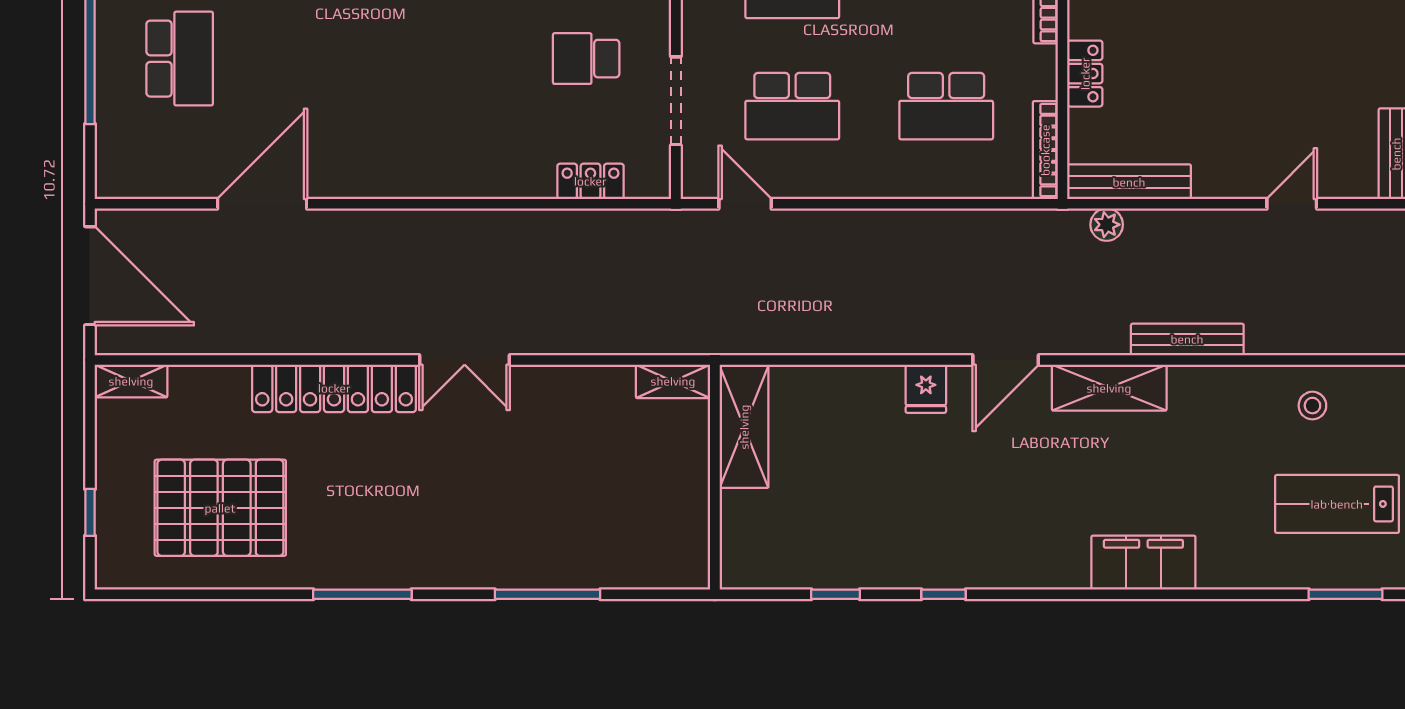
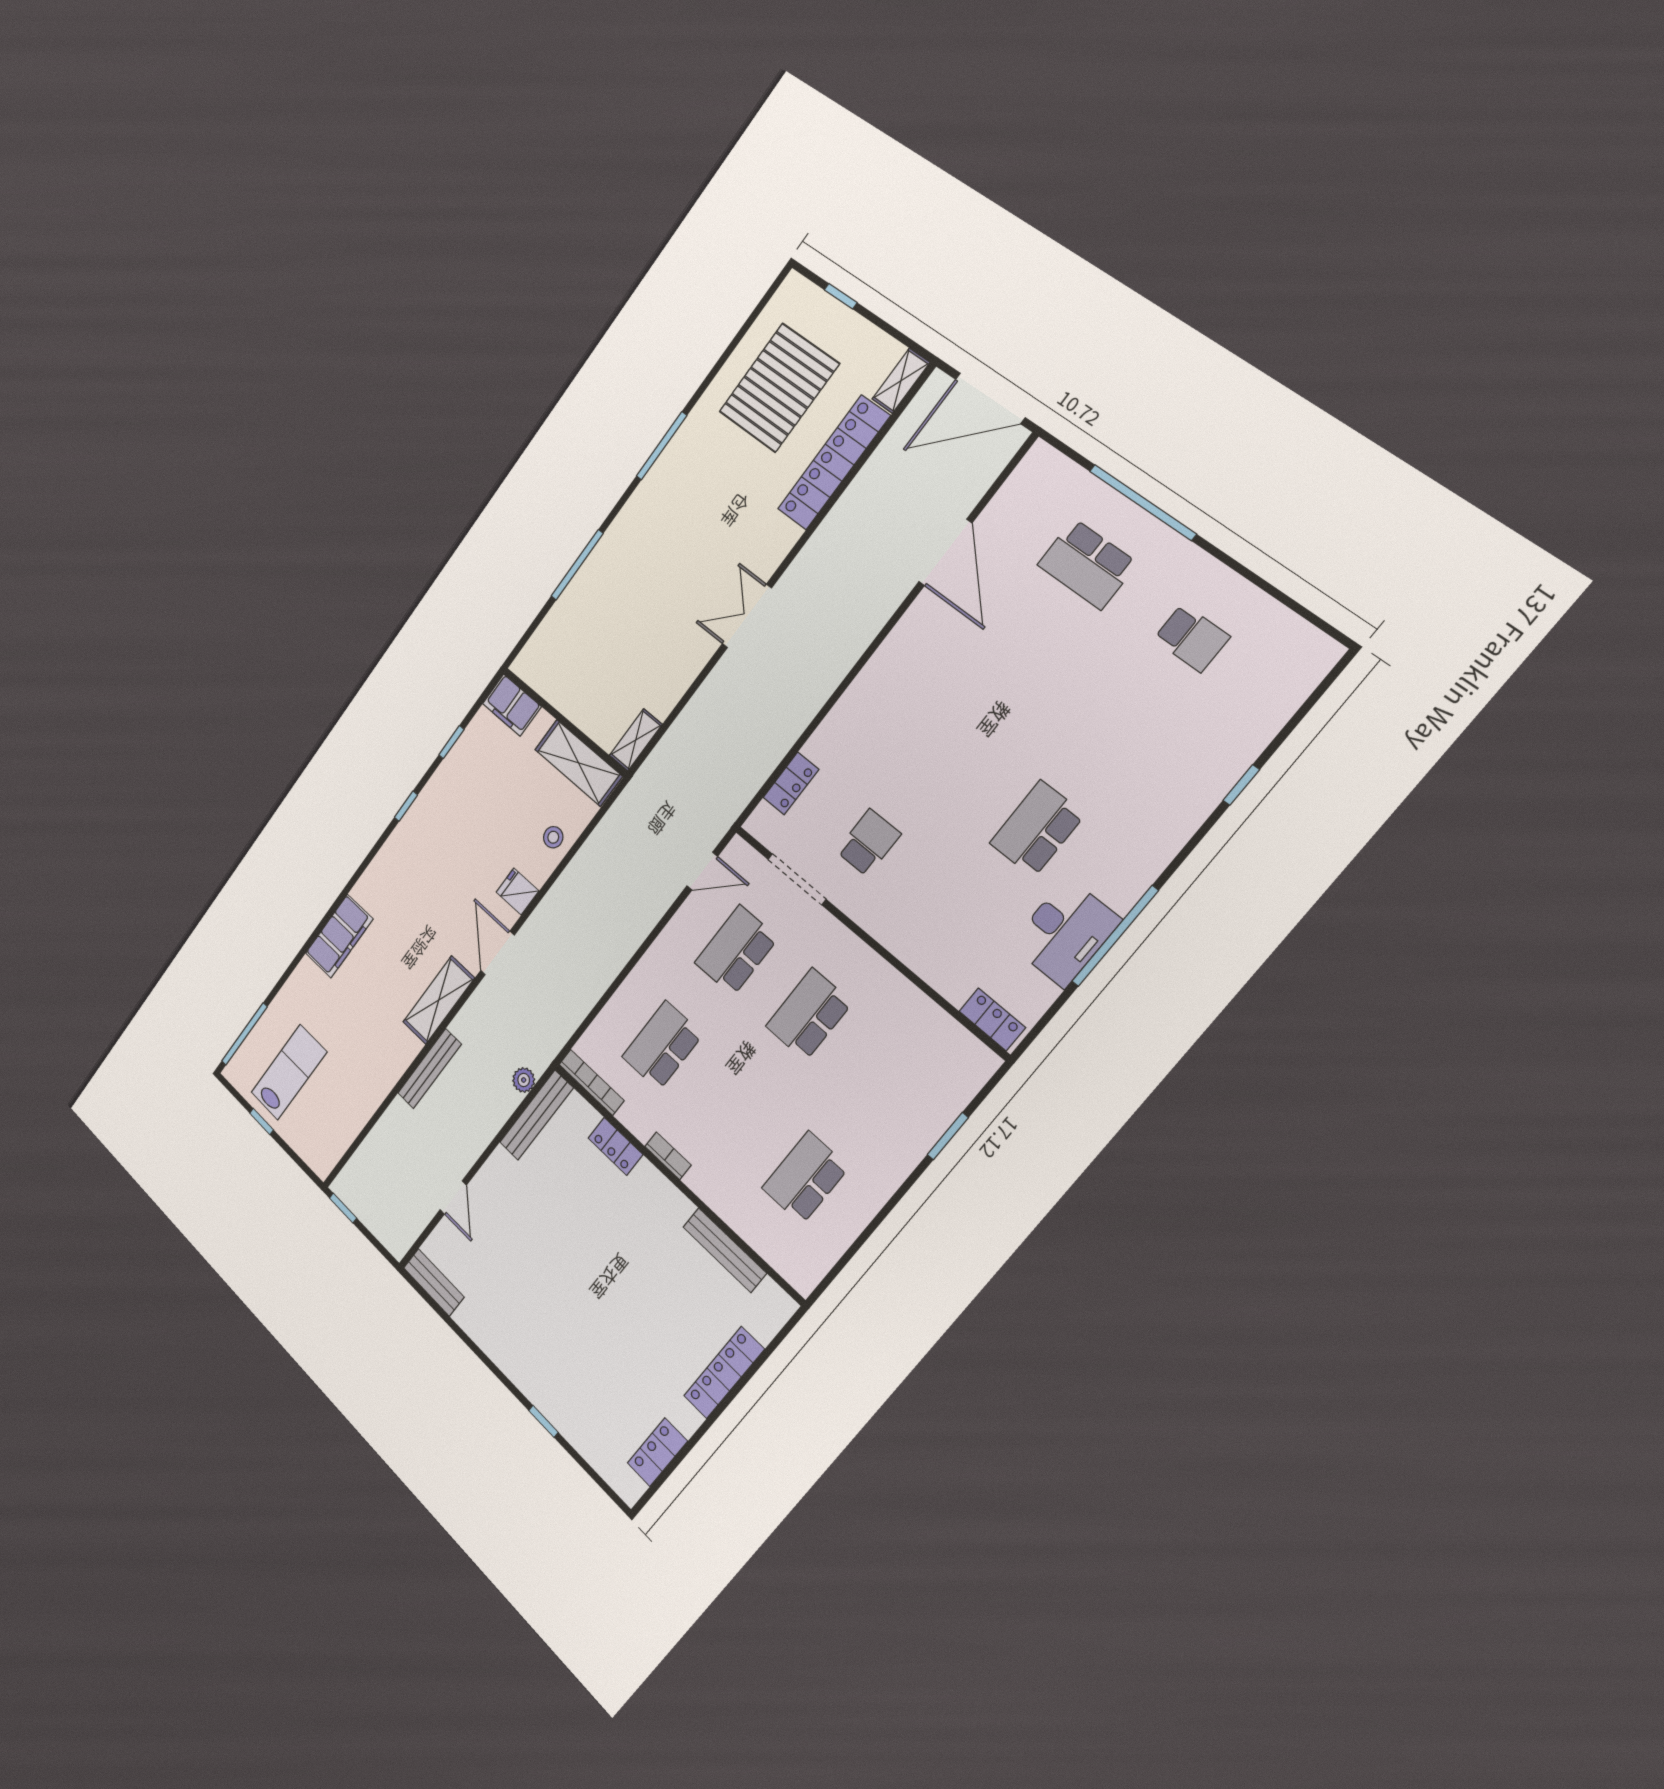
locker: (334, 388) -> (834, 463), moved
stool: (1312, 406) -> (553, 837), moved
filing cabinet: (744, 553) -> (512, 705), added
window: (1345, 594) -> (244, 1034), width x1.44

